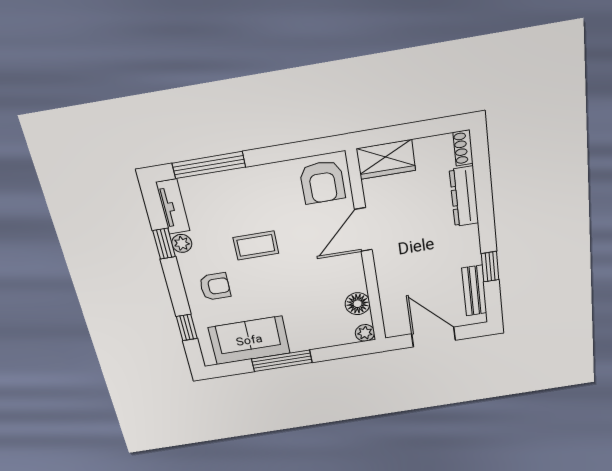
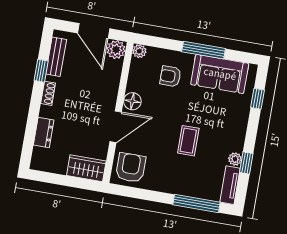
shoe rack: (463, 148) -> (48, 93), moved
dresser: (464, 196) -> (44, 132), width x0.70
coffee table: (256, 245) -> (188, 141), turned 90
armchair: (215, 287) -> (170, 76), moved
floor lamp: (358, 304) -> (132, 101), moved
plant: (396, 325) -> (116, 50), added

